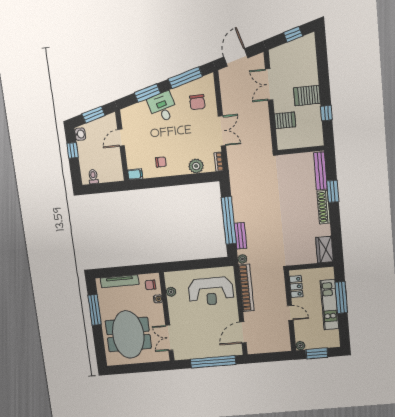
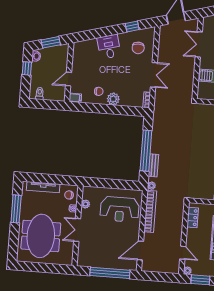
window: (185, 78) -> (132, 26), width x0.46
window: (147, 93) -> (99, 33), removed
door: (121, 138) -> (69, 79), moved
plant: (196, 166) -> (113, 99), moved
door: (290, 313) -> (183, 253), moved
double door: (169, 338) -> (77, 230), moved

